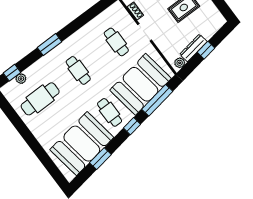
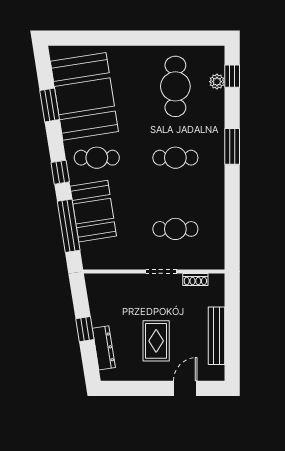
dresser: (193, 48) -> (104, 348), moved
plant: (180, 63) -> (93, 286), removed
booth: (141, 84) -> (93, 211), width x0.73, depth x0.70

